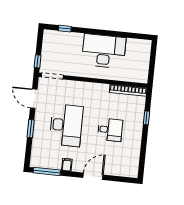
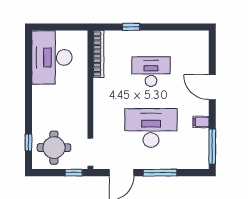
round table: (59, 48) -> (54, 148), added
desk: (104, 51) -> (52, 58), moved
window: (31, 129) -> (160, 173), width x1.44
desk: (110, 130) -> (151, 72), width x1.37

